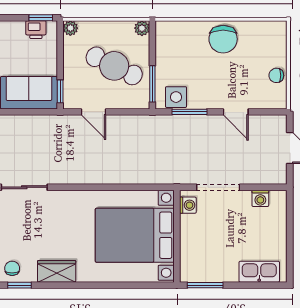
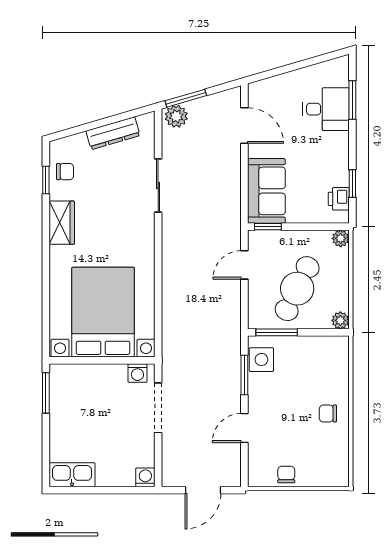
window: (41, 18) -> (352, 184), moved
chair: (223, 39) -> (328, 413), width x0.54, depth x0.54
washing machine: (260, 198) -> (145, 477), moved, turned 90
kitchen sink: (259, 272) -> (72, 475), moved, turned -90

